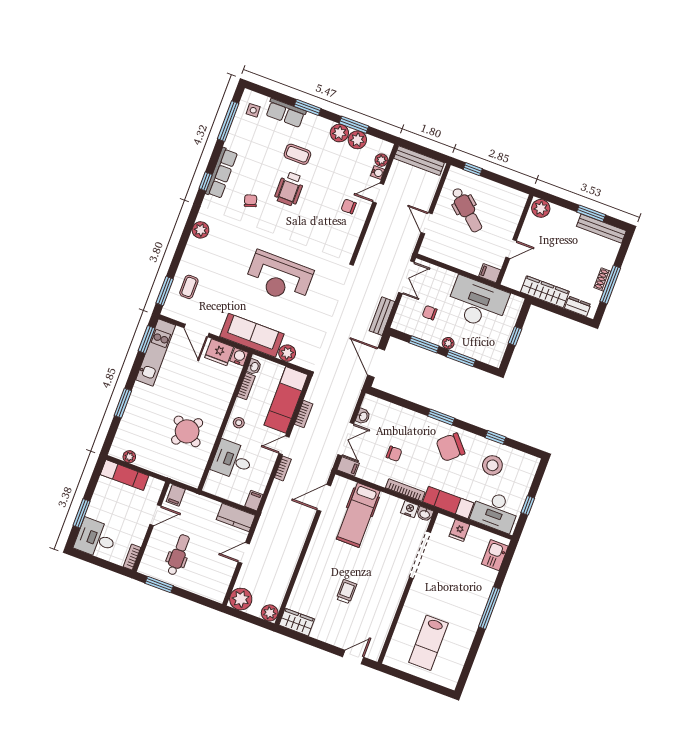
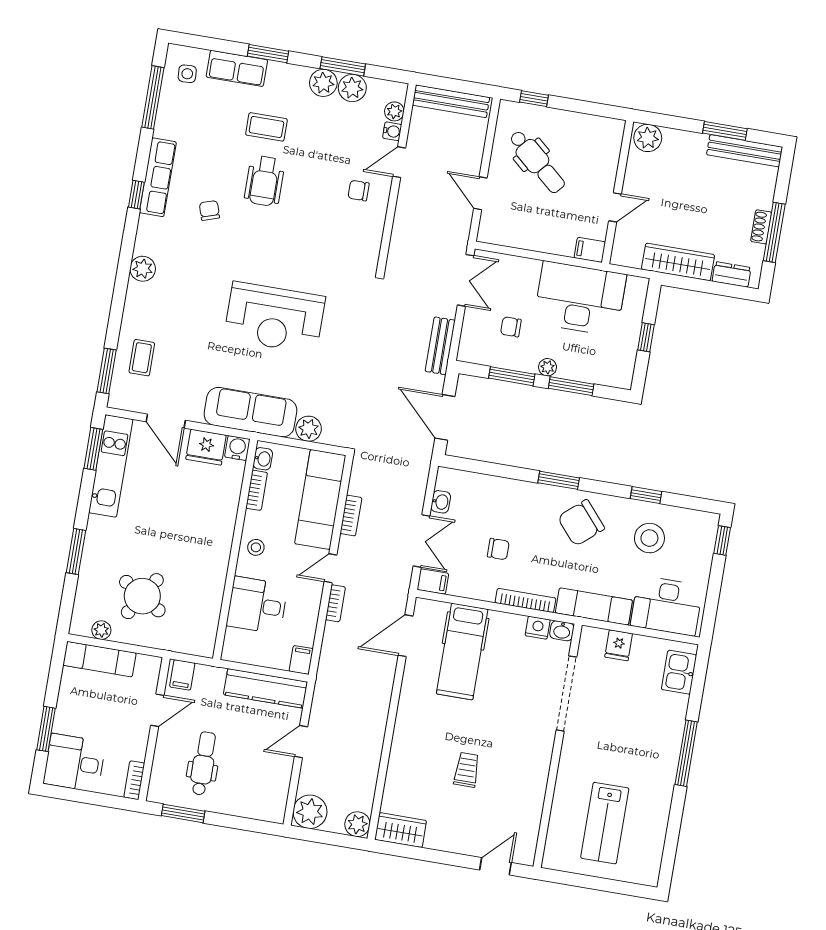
round table: (187, 431) -> (142, 596), moved
window: (528, 505) -> (722, 540), moved
kitchen counter: (236, 517) -> (265, 688), width x1.50

